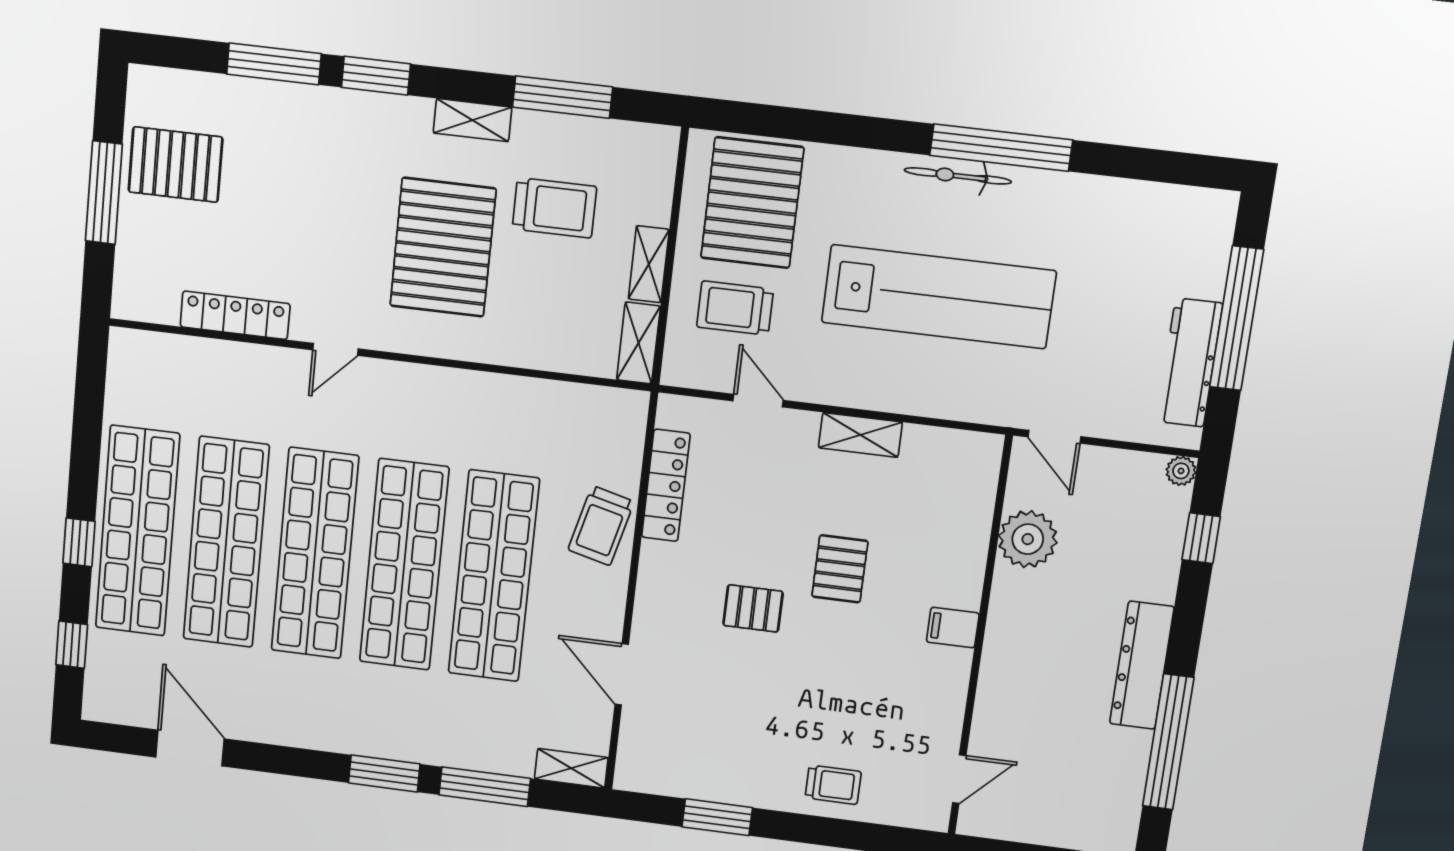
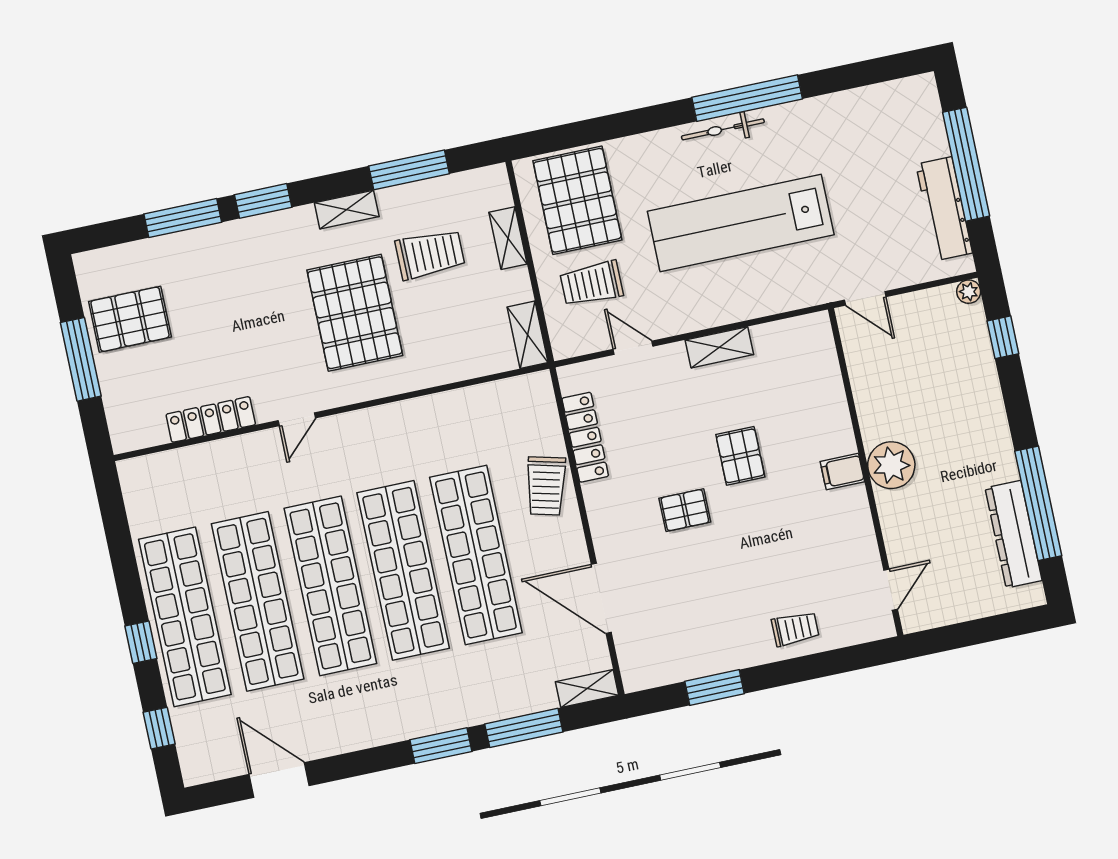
shelving: (649, 264) -> (508, 238), moved
lab bench: (939, 297) -> (741, 223), turned 180
plant: (1028, 539) -> (891, 465), moved
dresser: (1142, 665) -> (1014, 534), moved
door: (622, 674) -> (601, 598), width x1.36

